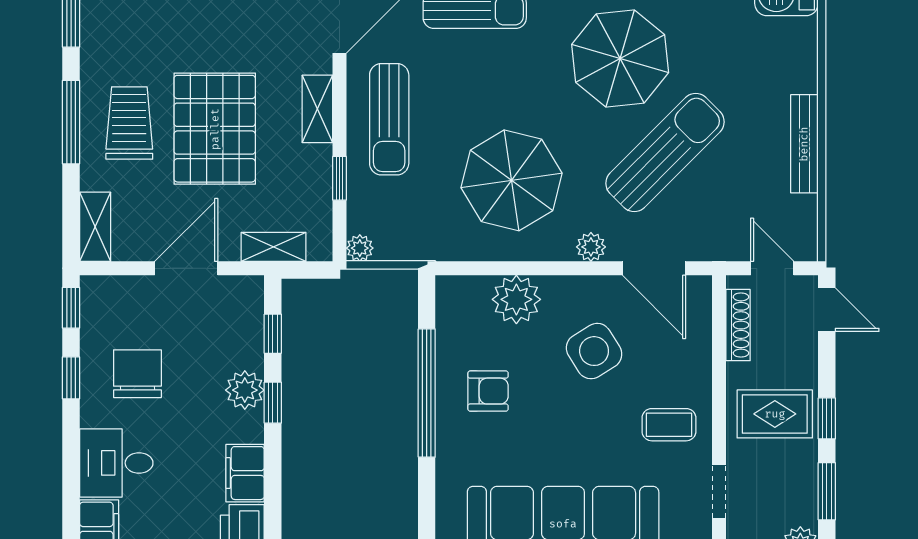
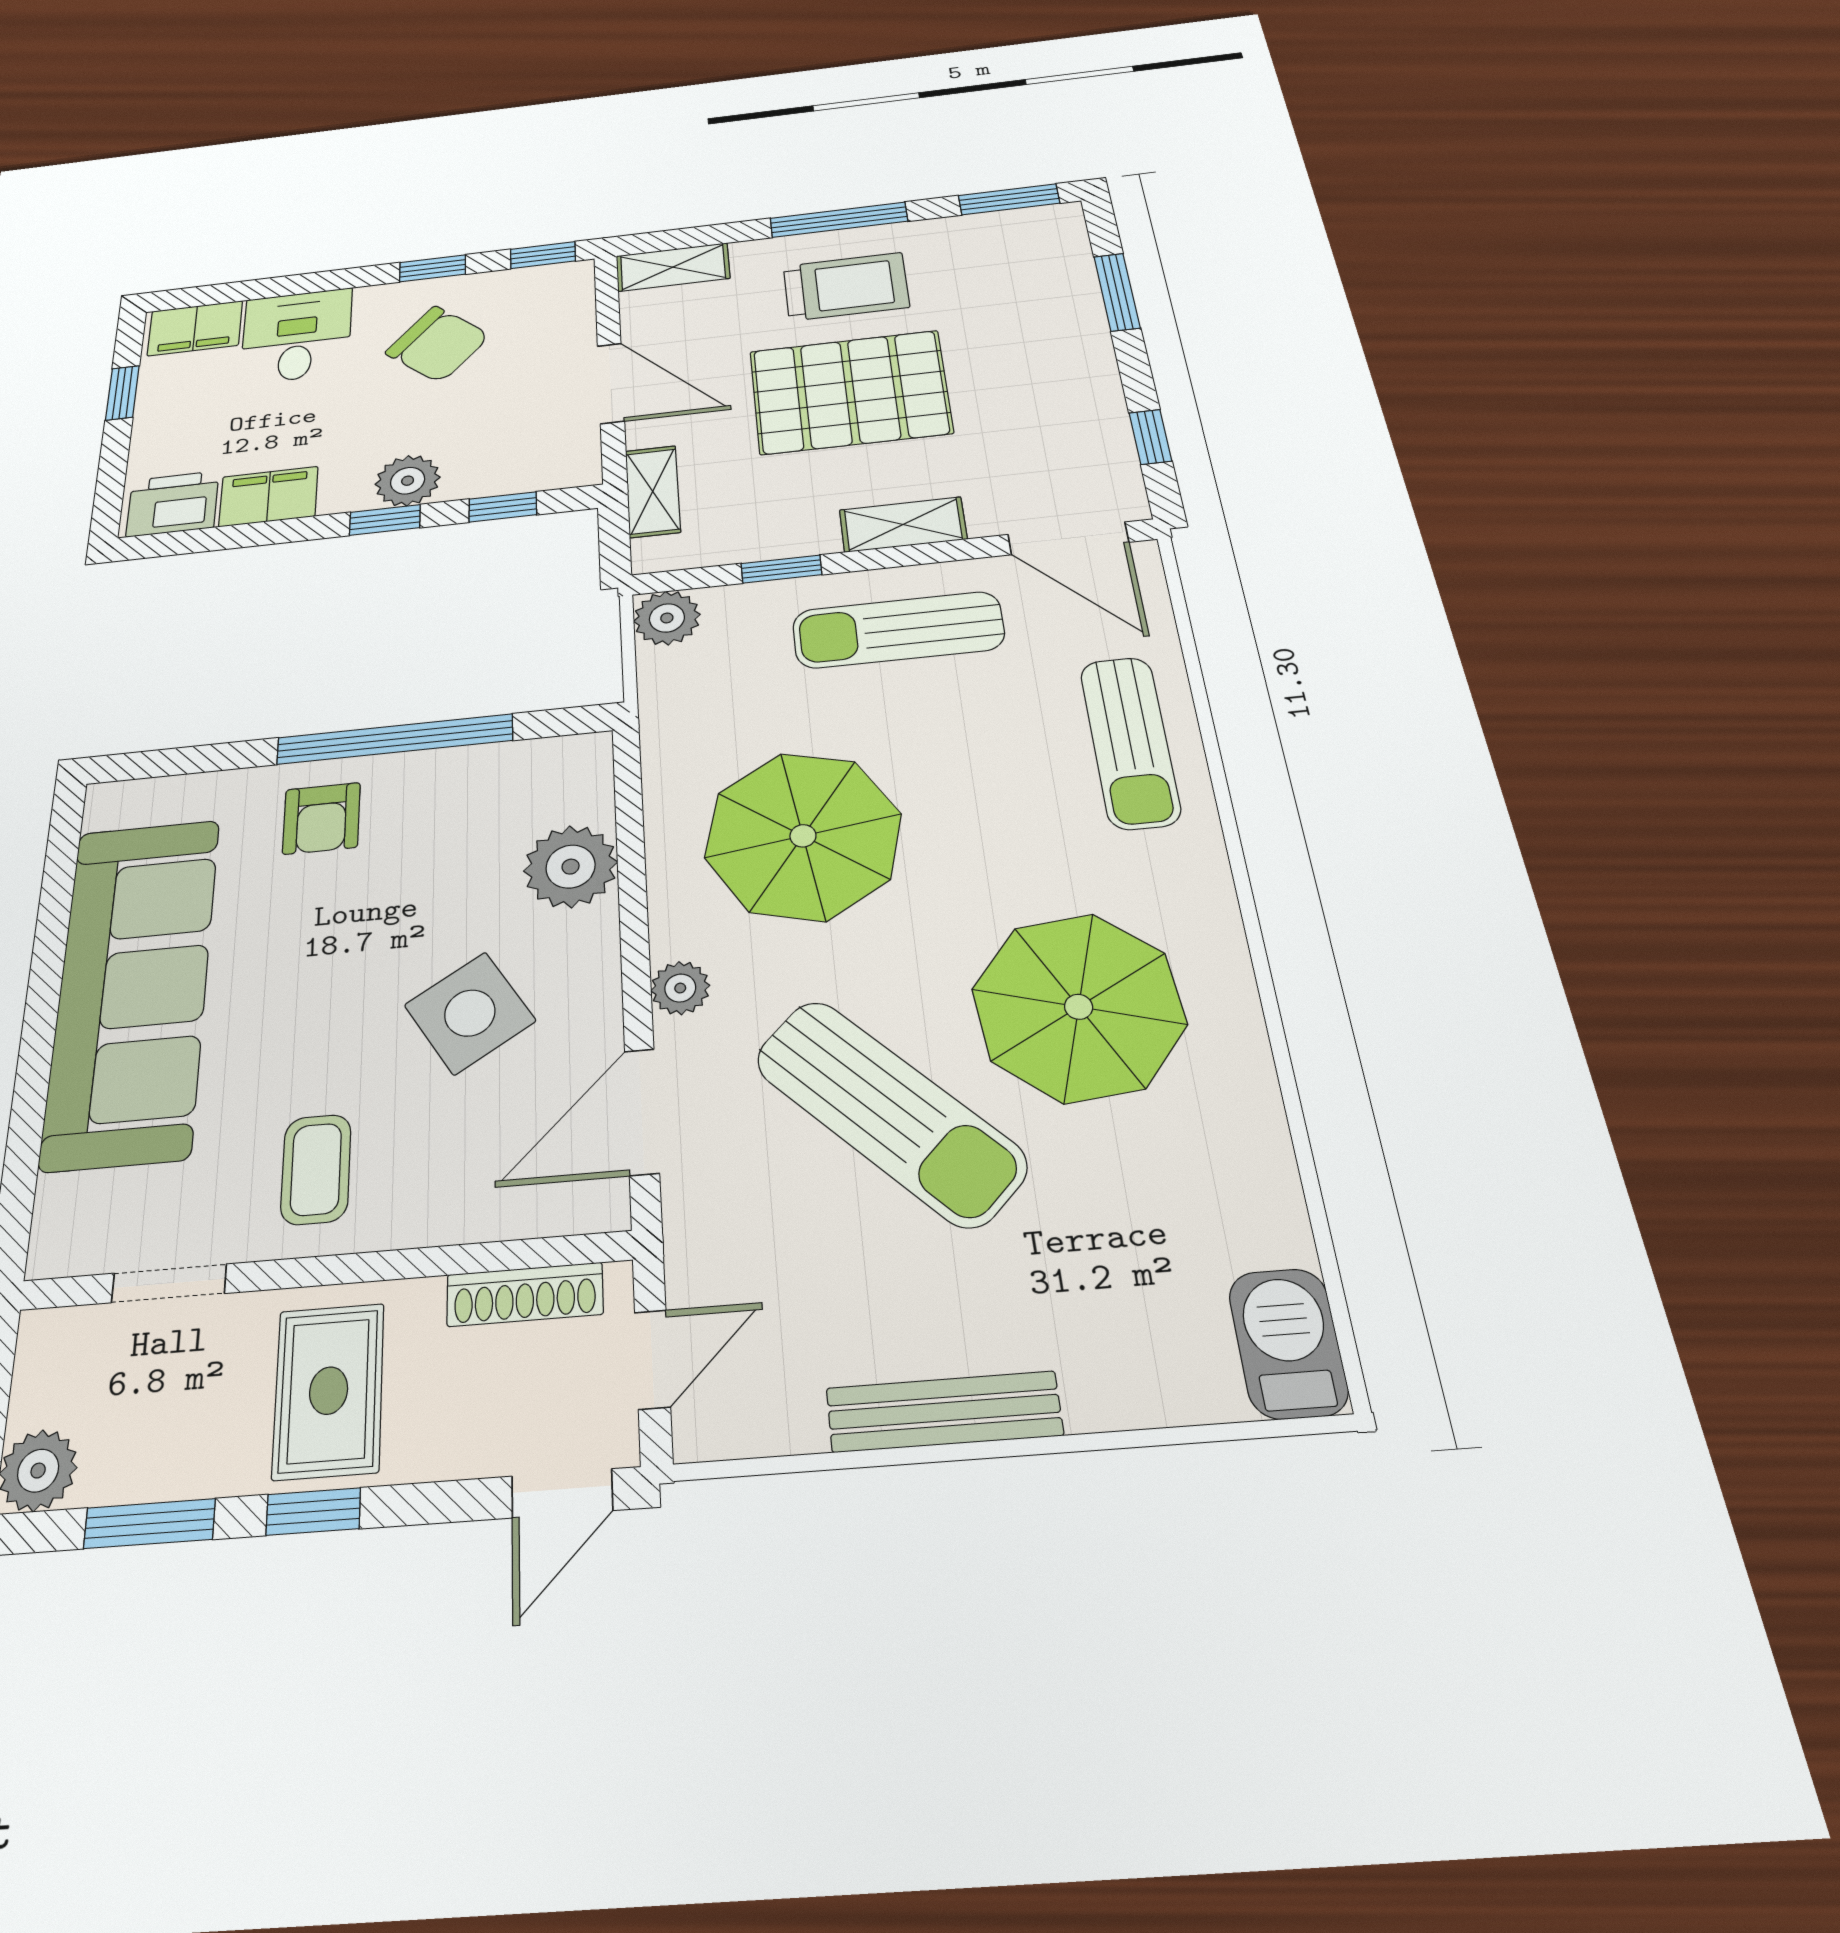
plant: (360, 248) -> (667, 618), width x1.38, depth x1.38
chair: (137, 374) -> (438, 344), turned 41
armchair: (488, 391) -> (321, 818), moved

